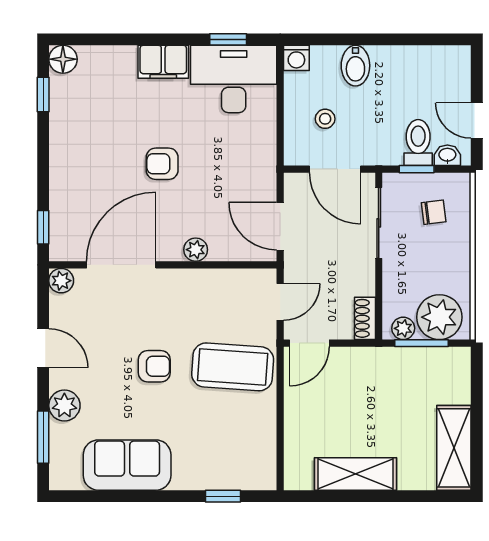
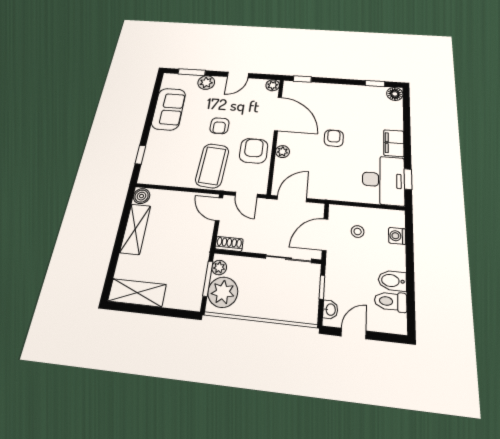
washing machine: (296, 58) -> (397, 236), moved
bidet: (355, 66) -> (392, 281), moved
toilet: (418, 143) -> (391, 301), moved, turned 180
chair: (434, 212) -> (292, 296), removed
armchair: (198, 300) -> (254, 151), added
boiler: (299, 477) -> (142, 196), added

